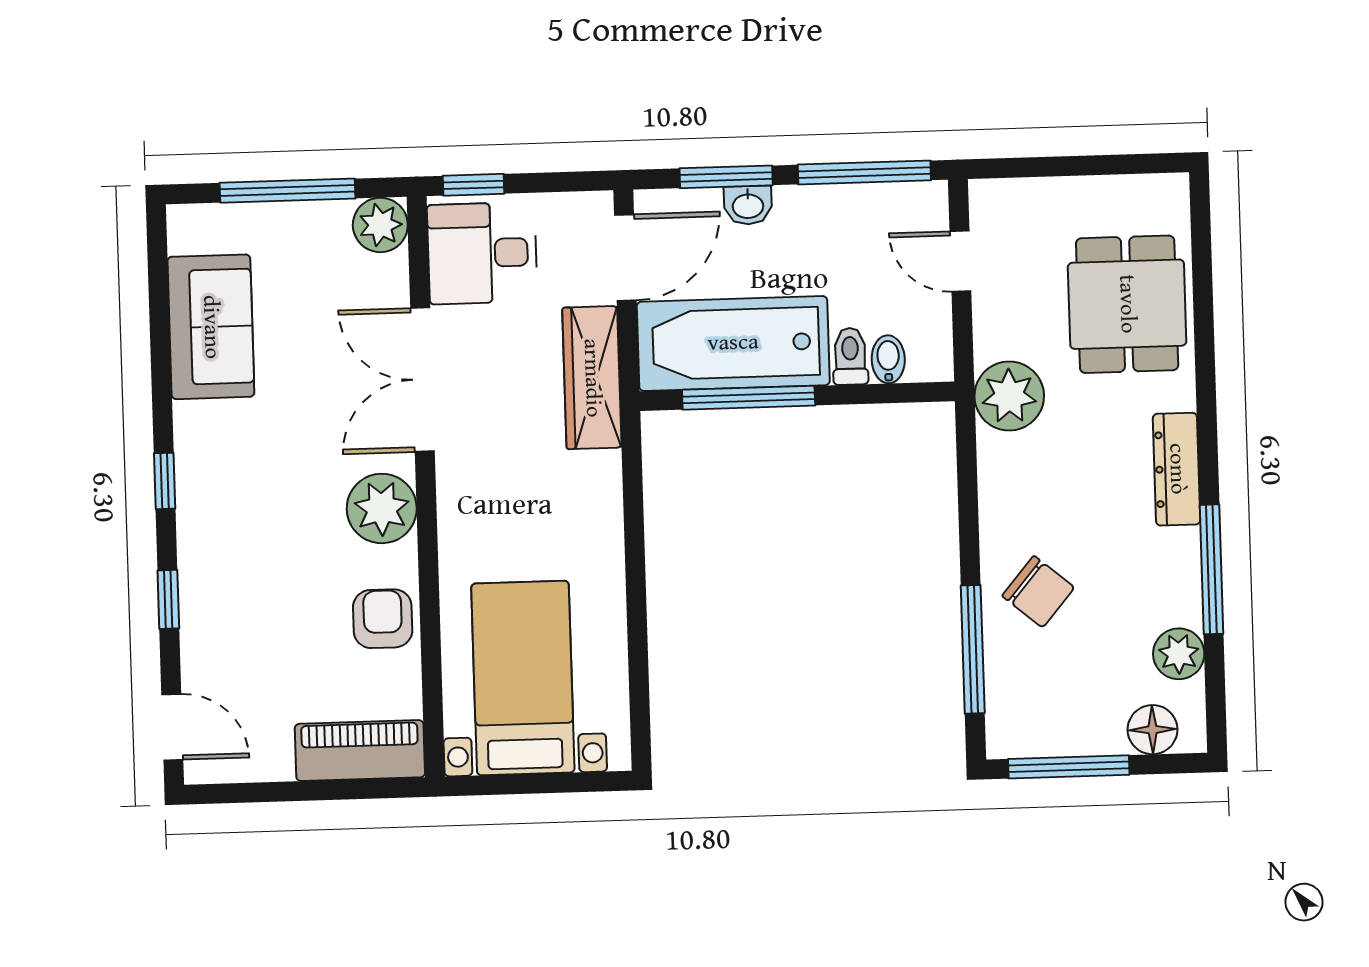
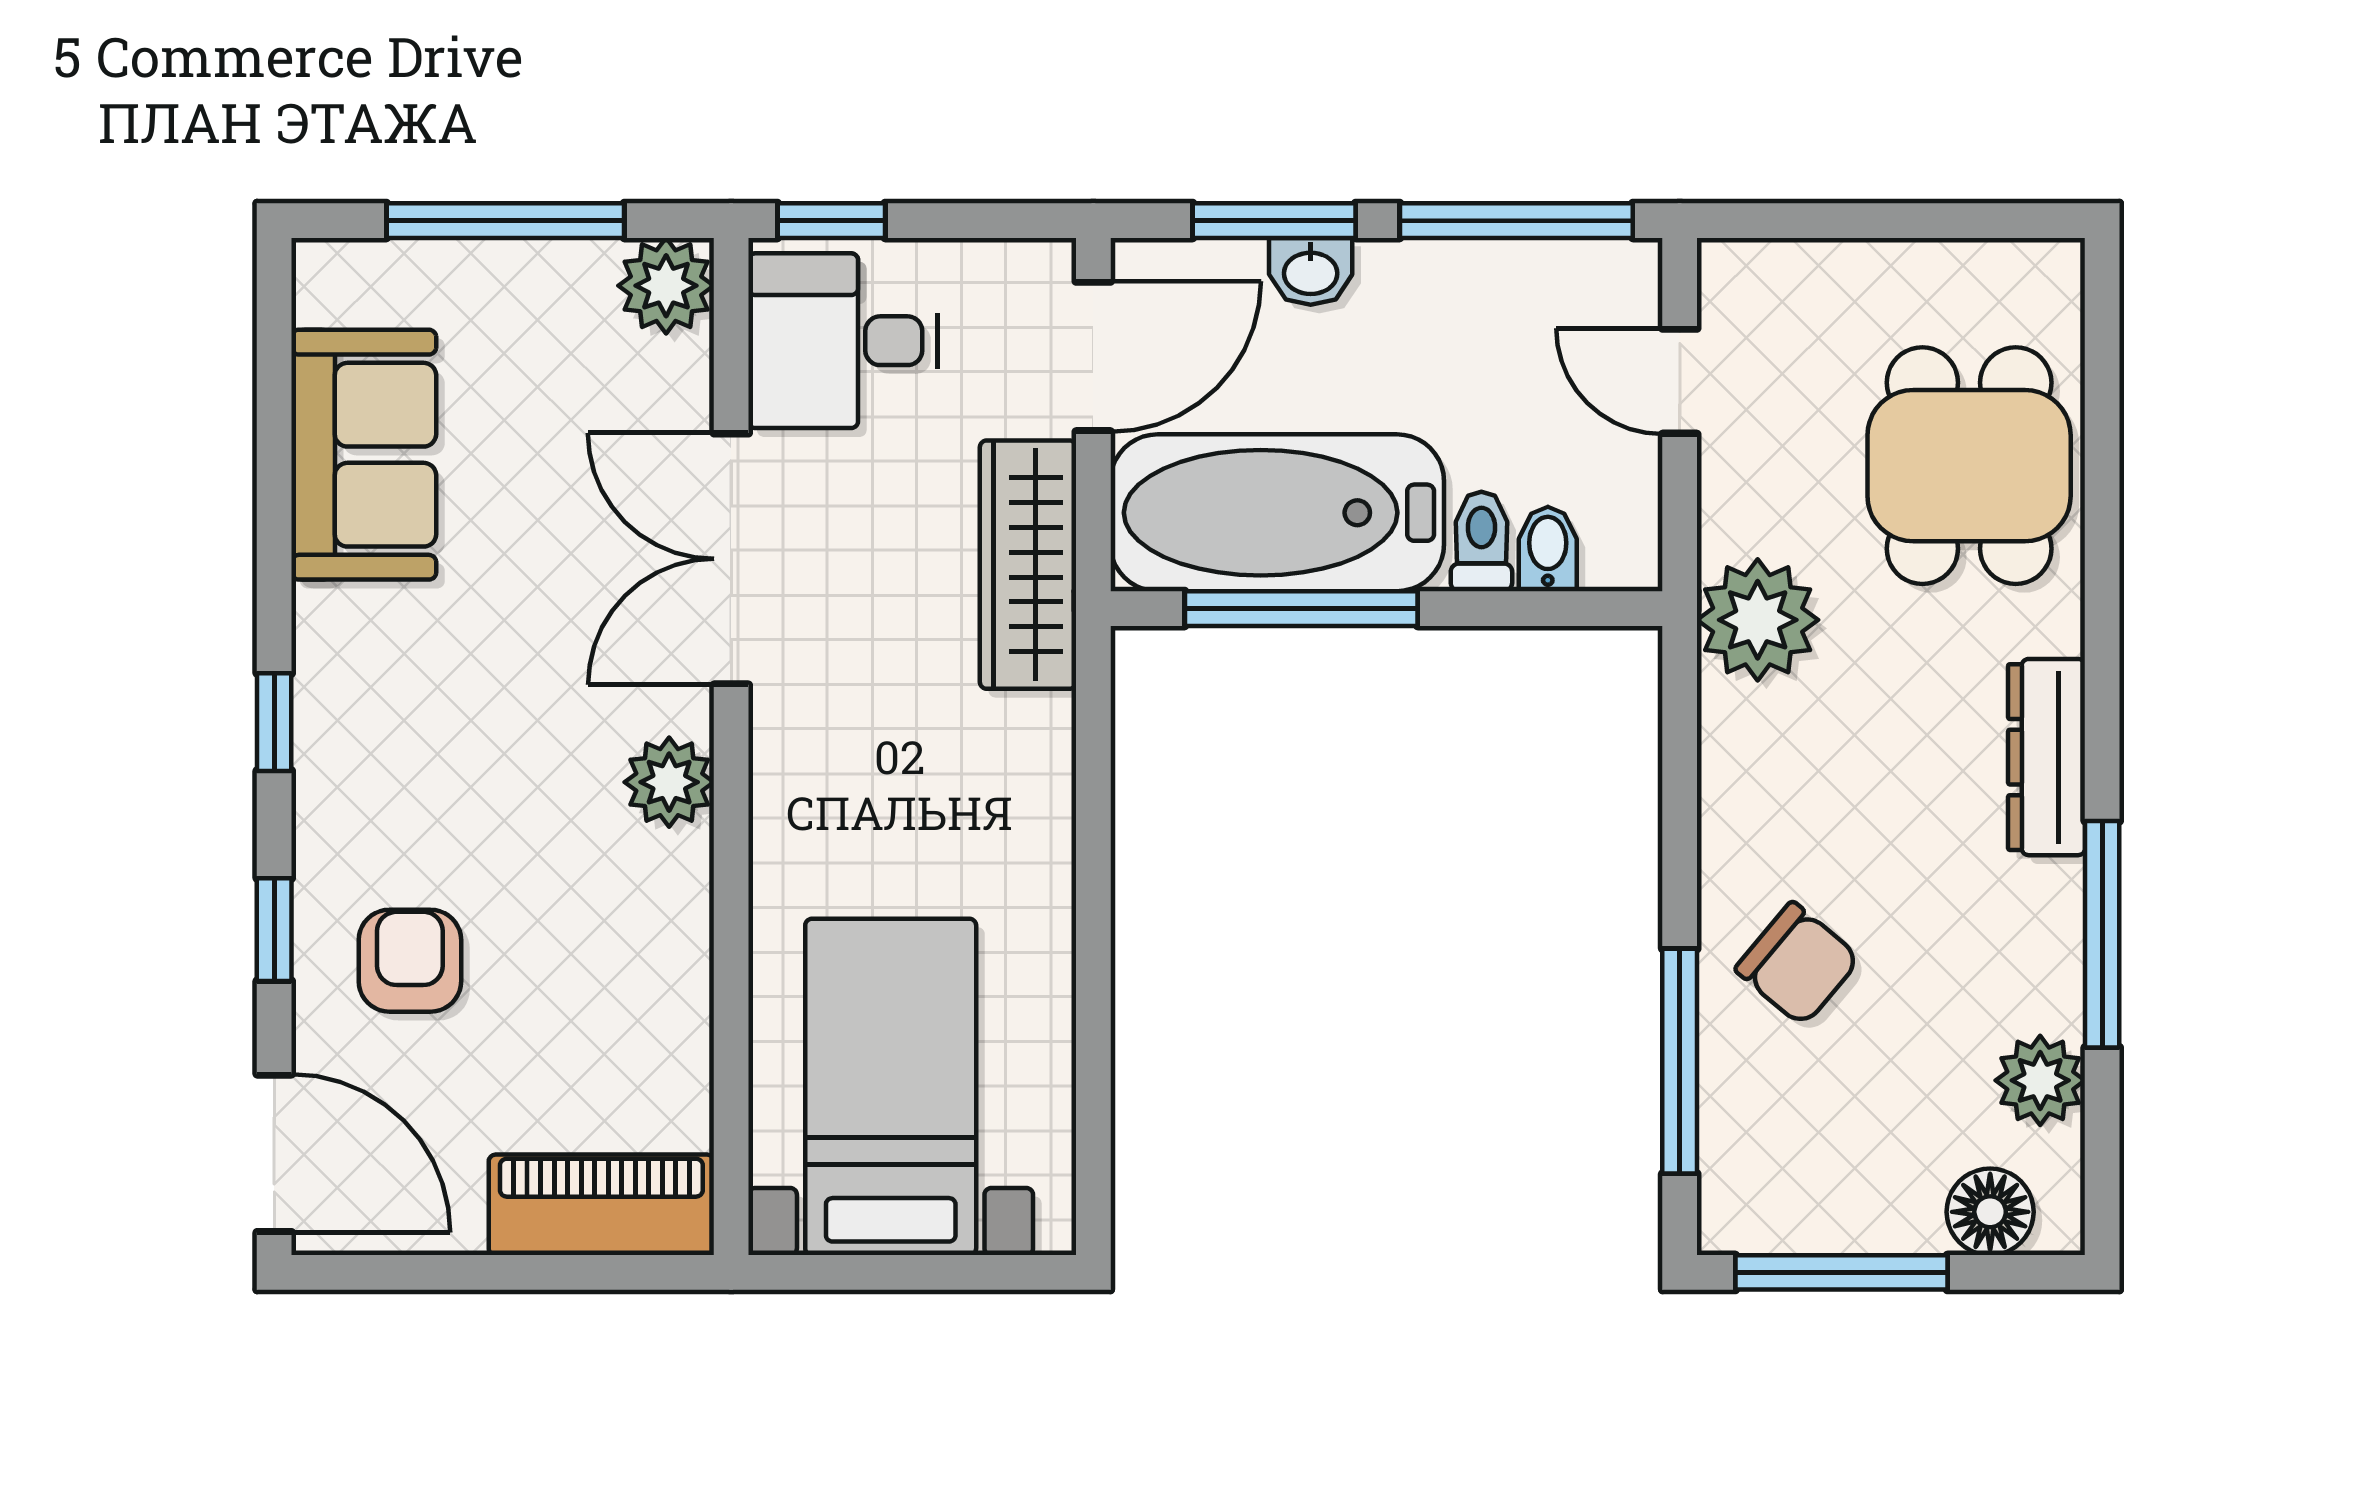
plant: (382, 508) -> (669, 782), width x0.73, depth x0.73
armchair: (383, 619) -> (410, 961), moved
door: (172, 727) -> (274, 1153), width x1.38

